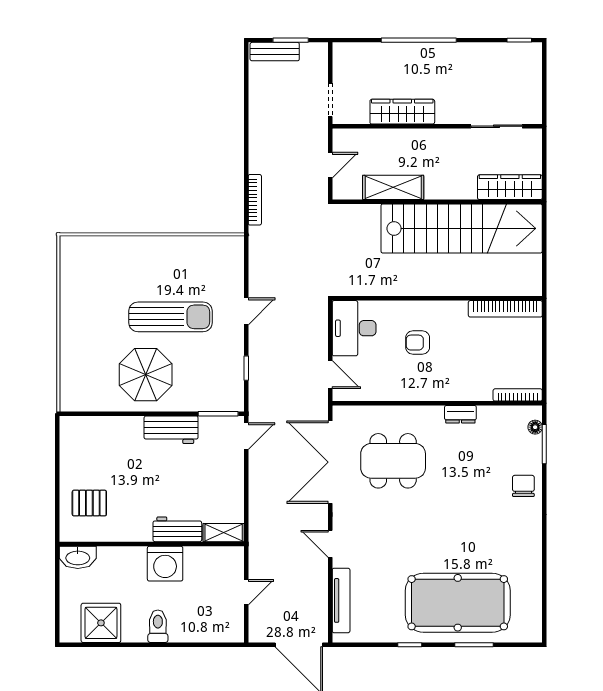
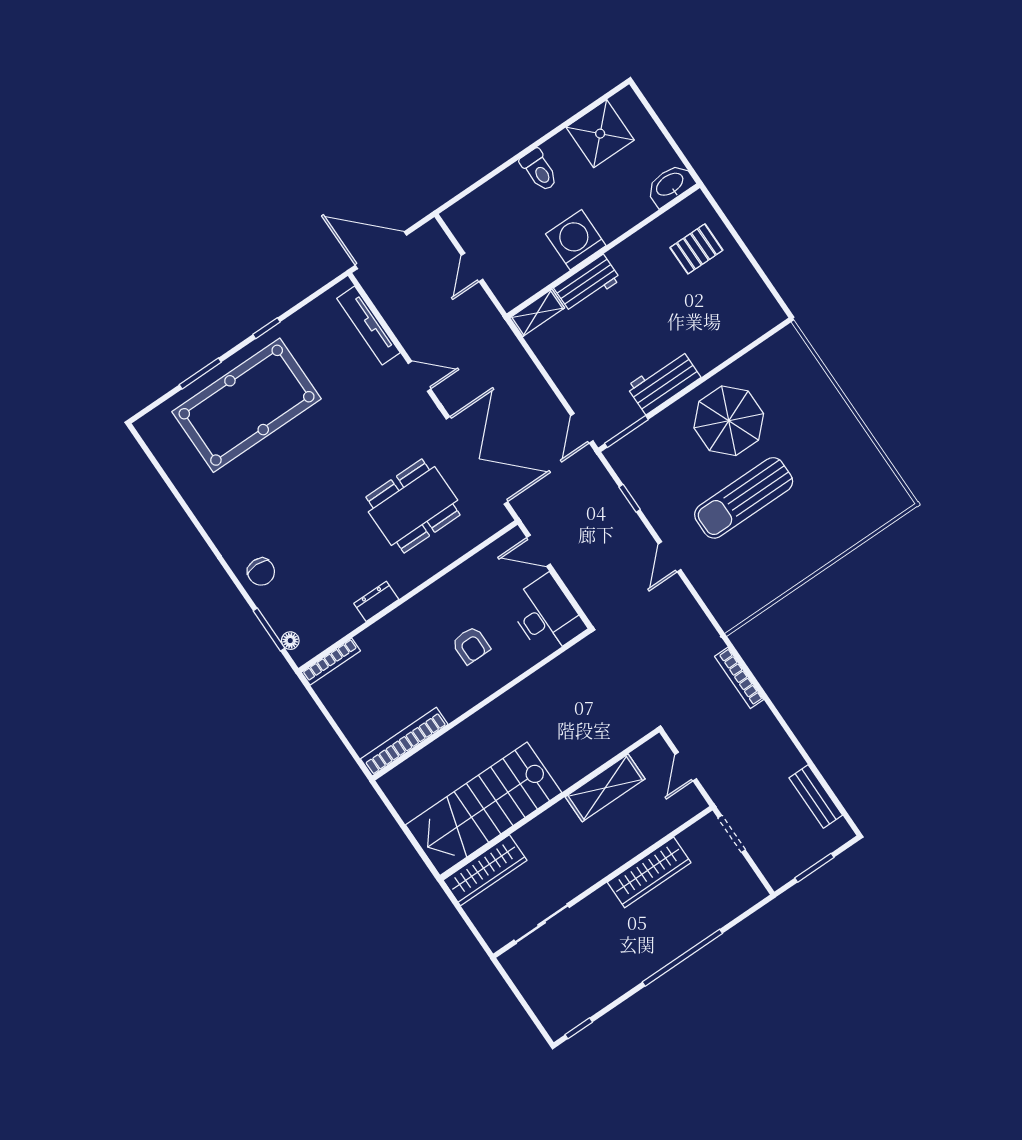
bench: (275, 52) -> (816, 797), moved, turned 90
stairs: (462, 228) -> (484, 809), width x0.73
armchair: (418, 343) -> (471, 645), turned 90

